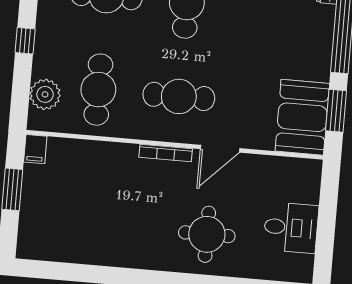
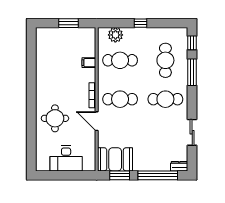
cafe table: (179, 96) -> (120, 99), turned 90
filing cabinet: (35, 149) -> (89, 63), moved
desk: (291, 228) -> (66, 158), width x1.37

